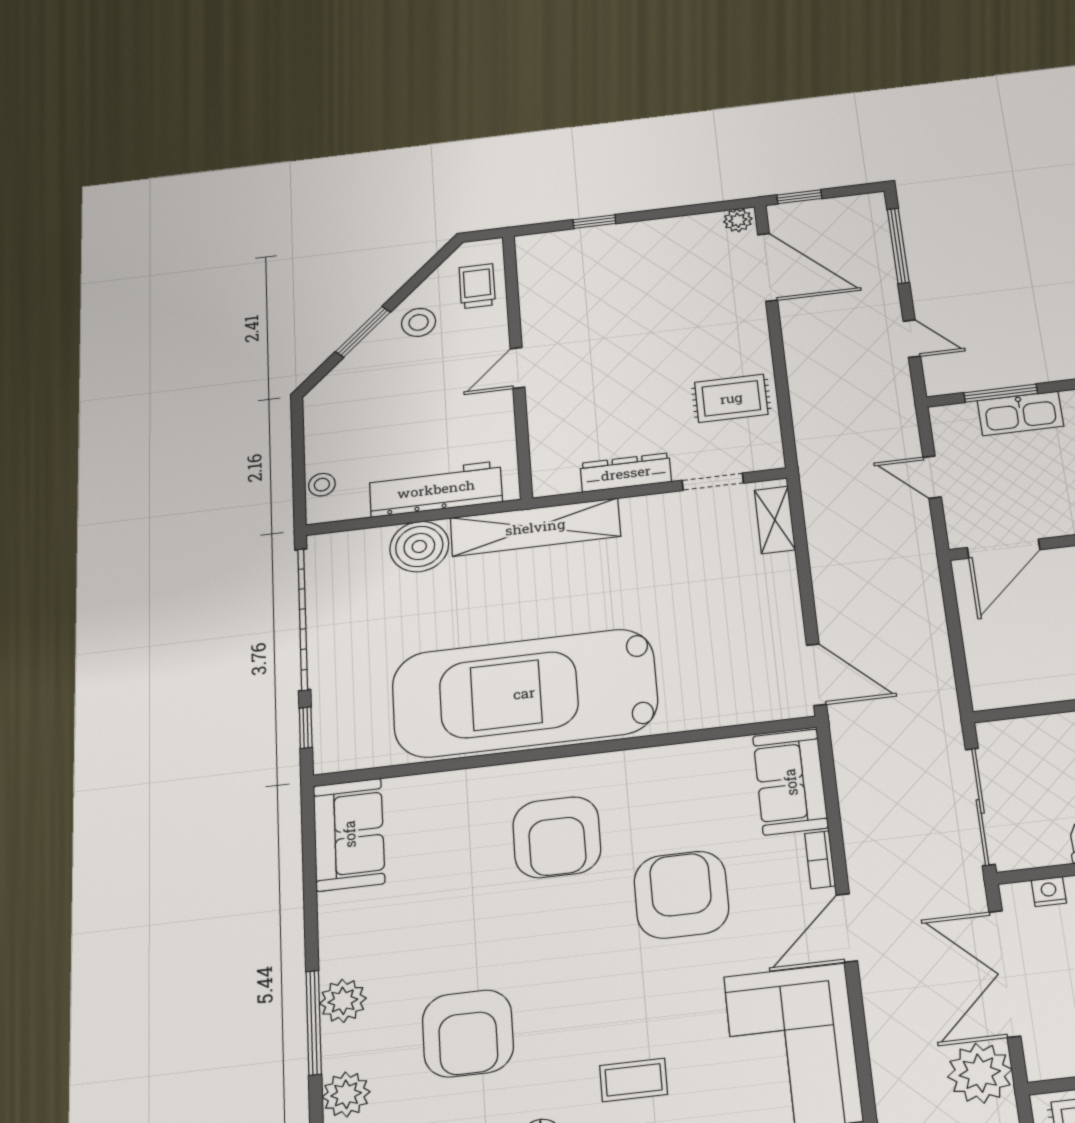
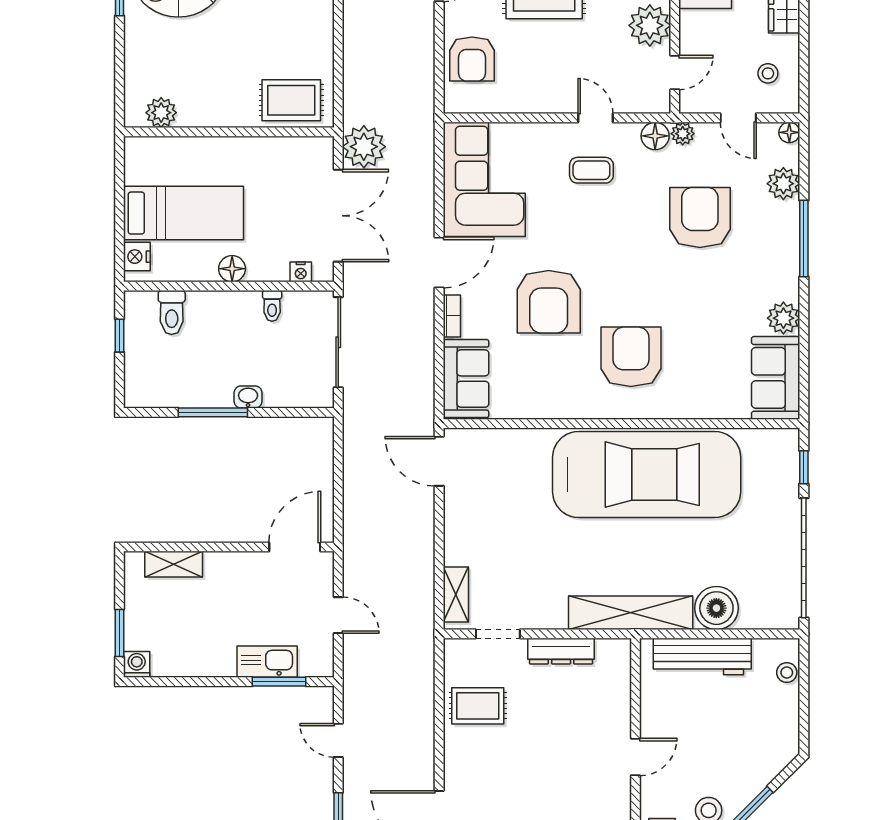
plant: (343, 1001) -> (783, 318), moved

